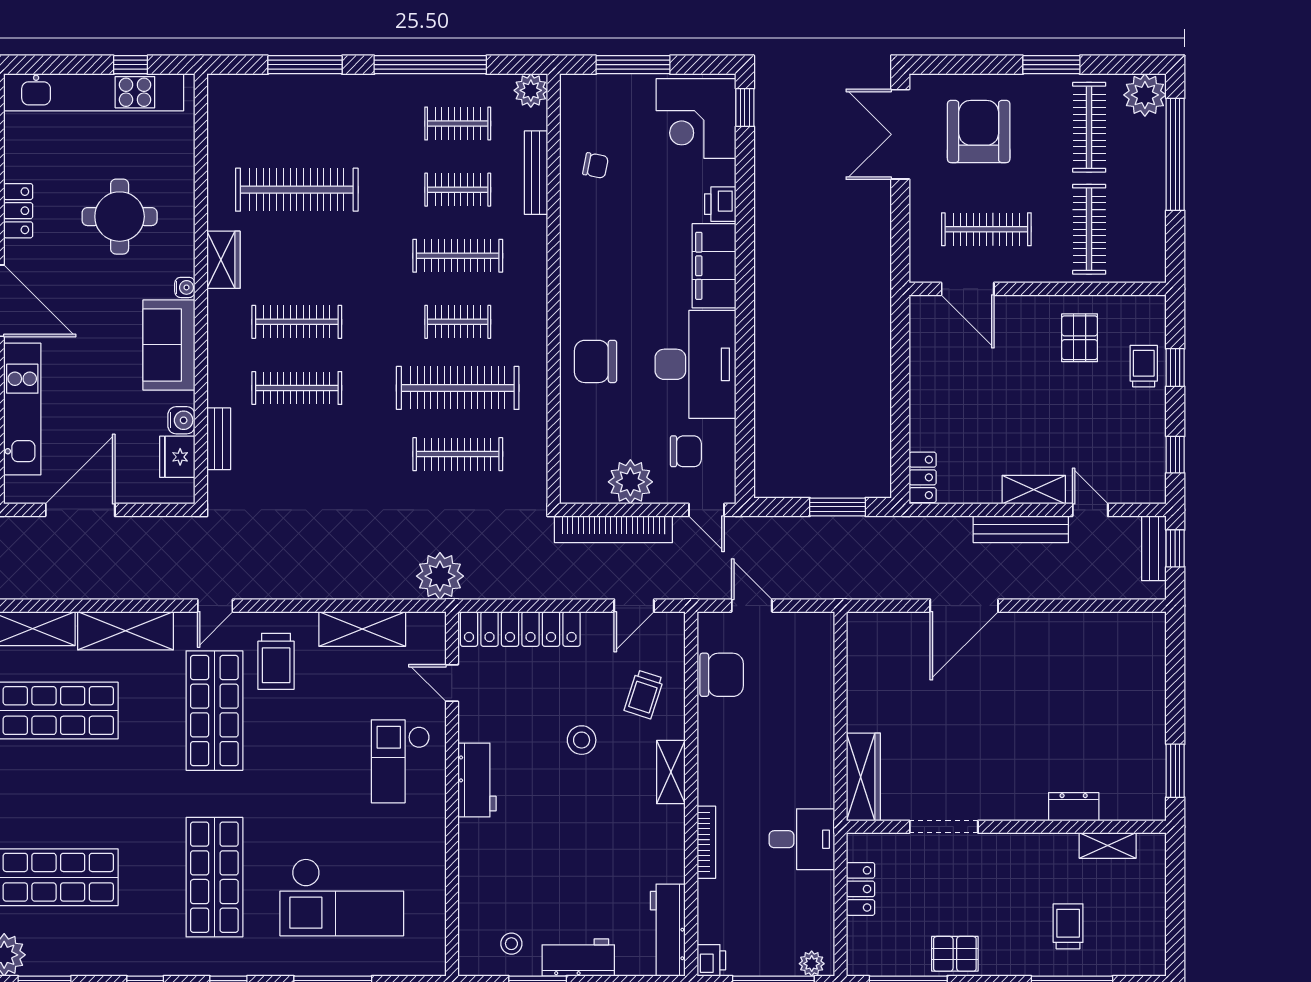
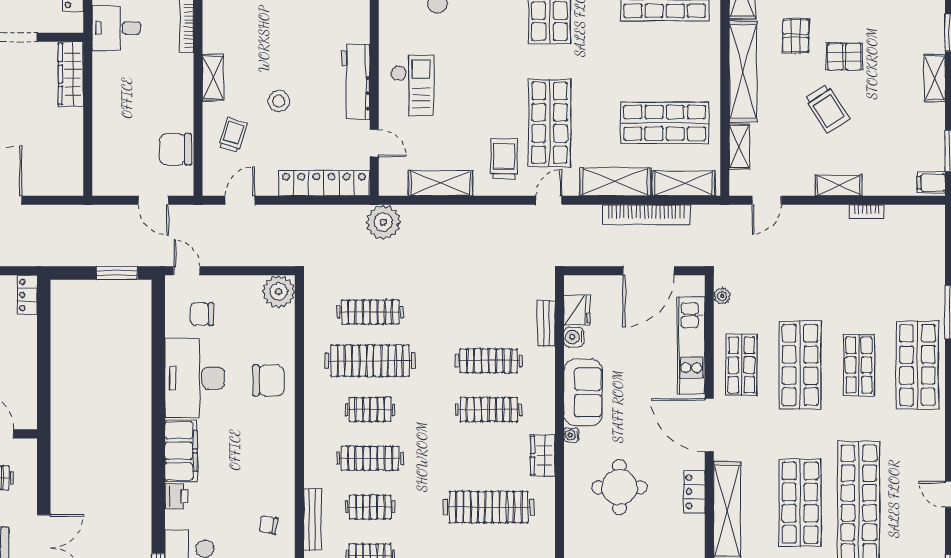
plant: (630, 482) -> (279, 292), moved
window: (838, 507) -> (117, 273), moved
bookcase: (613, 529) -> (646, 215), moved, turned 180
workbench: (477, 780) -> (356, 82), width x1.38

